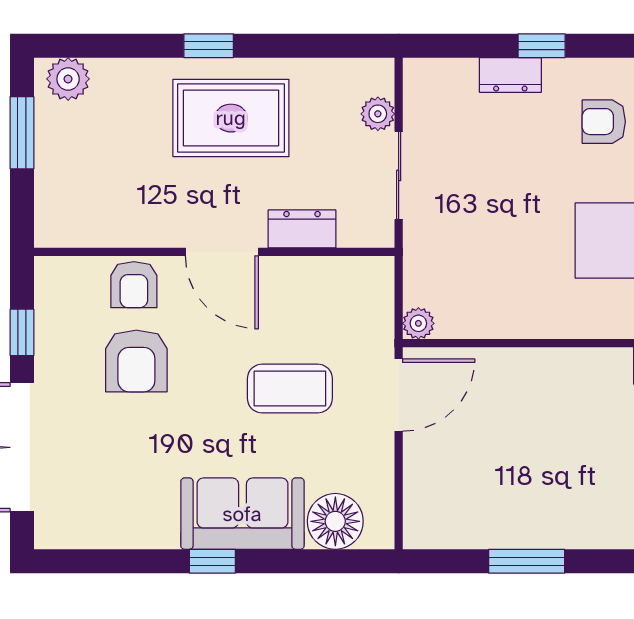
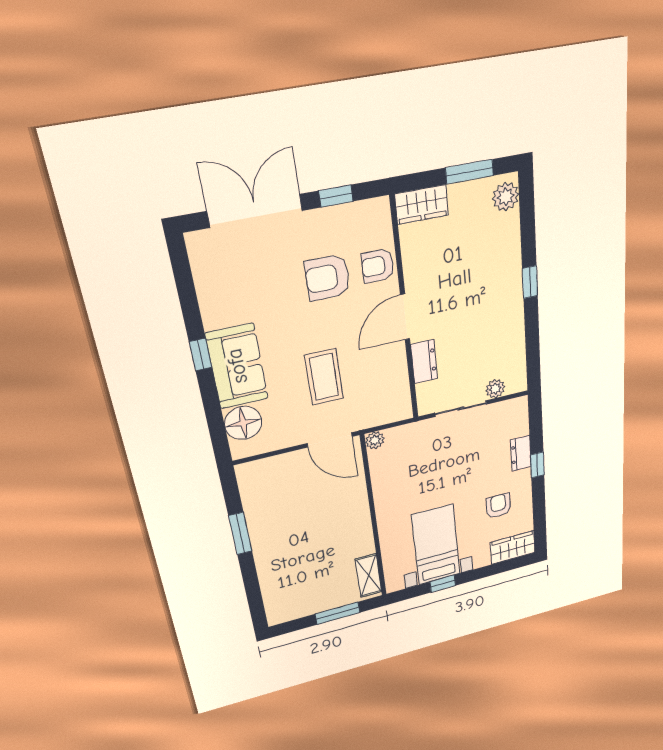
rug: (231, 118) -> (488, 305), removed
wardrobe: (56, 209) -> (422, 205), added

